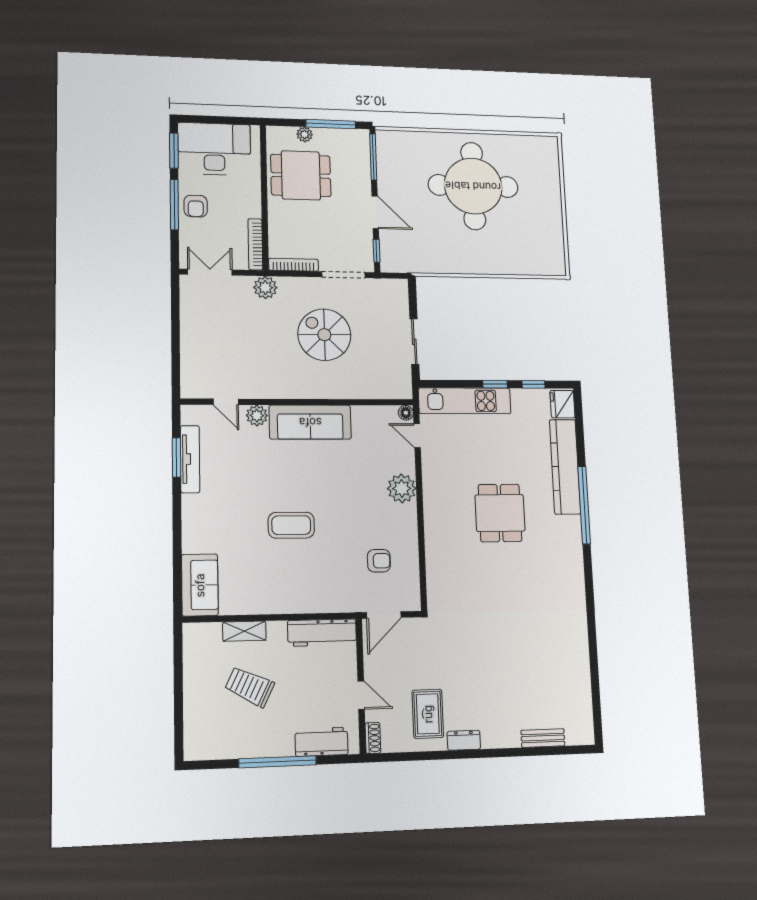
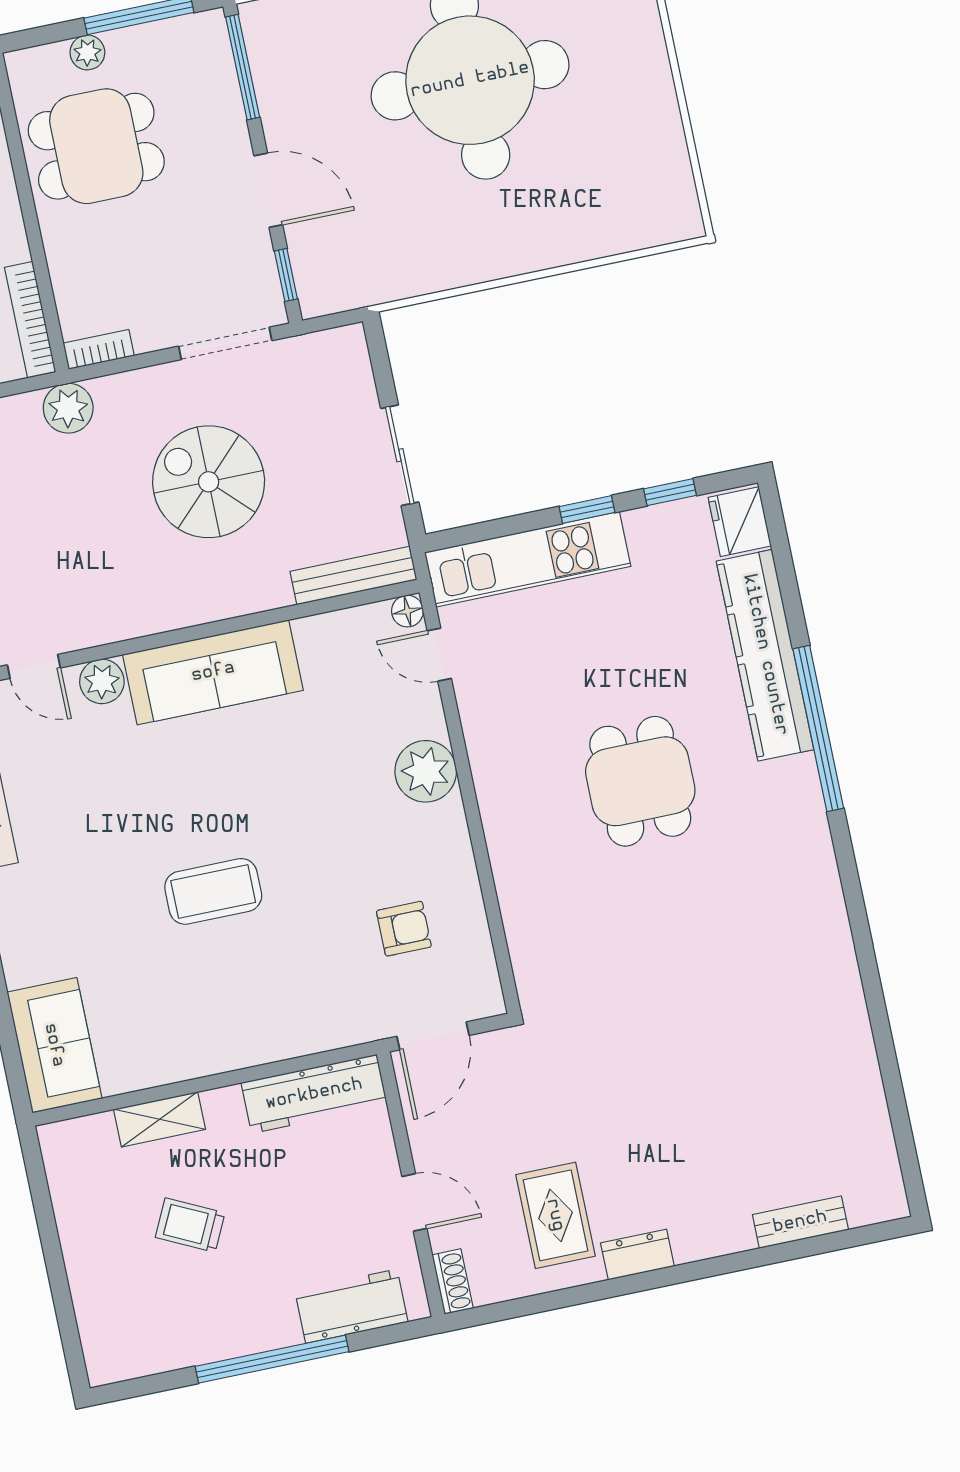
bookcase: (294, 265) -> (99, 350), width x0.64
bench: (384, 391) -> (354, 576), added
trolley: (250, 687) -> (190, 1225), width x0.73, depth x0.72

